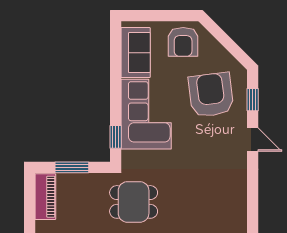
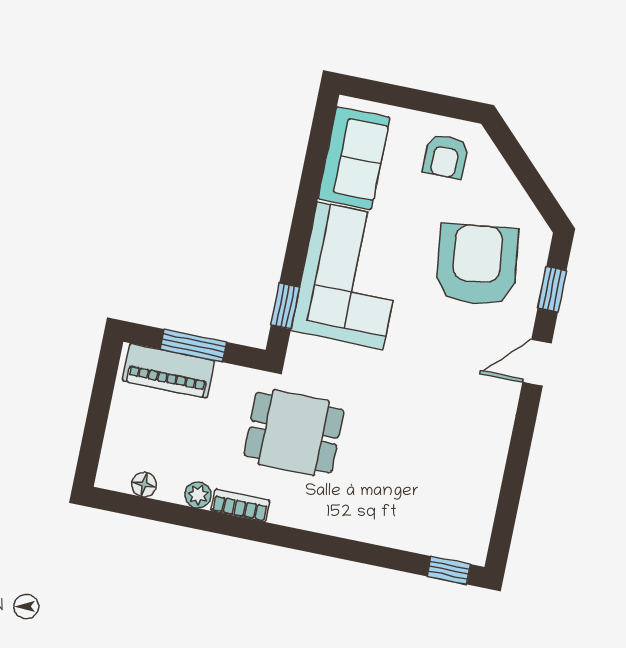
armchair: (183, 42) -> (446, 156), width x0.72, depth x0.72
door: (253, 140) -> (537, 363), swing flipped
piano: (45, 197) -> (168, 371), moved, turned 90

